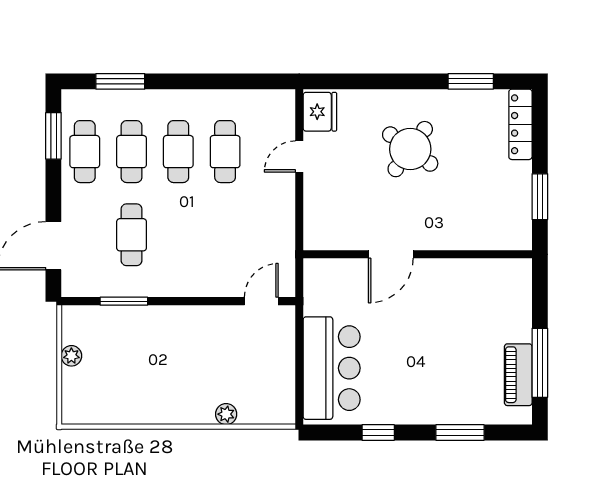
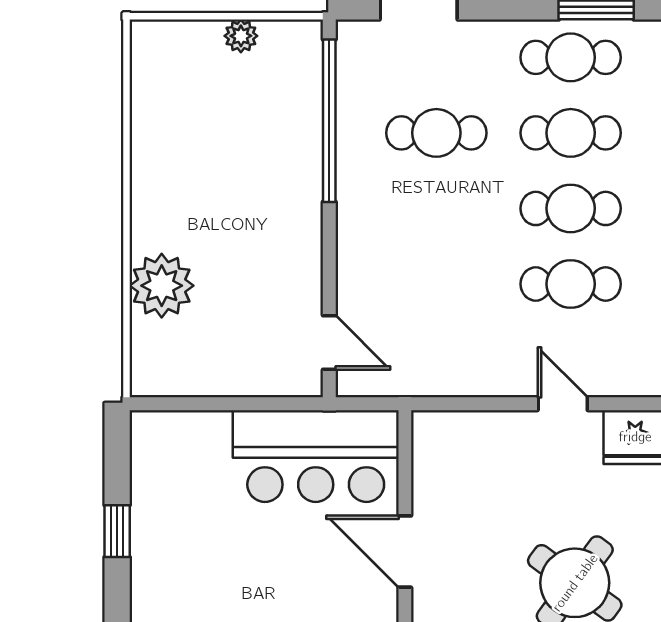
window: (124, 301) -> (329, 121), width x2.11
bar counter: (332, 368) -> (316, 456), moved
plant: (226, 414) -> (162, 286), width x1.87, depth x1.87

